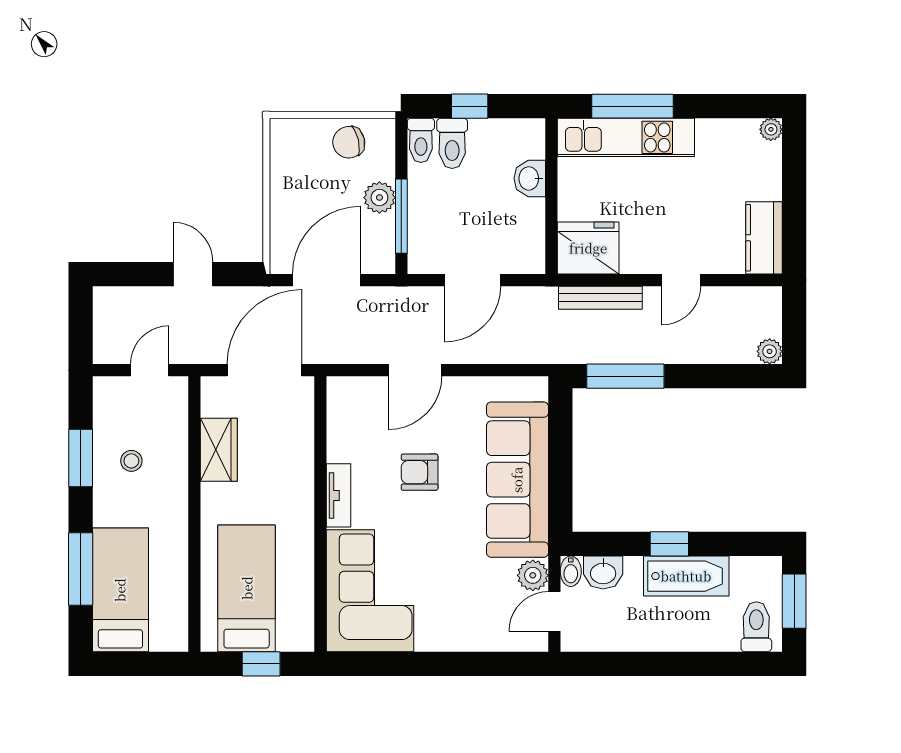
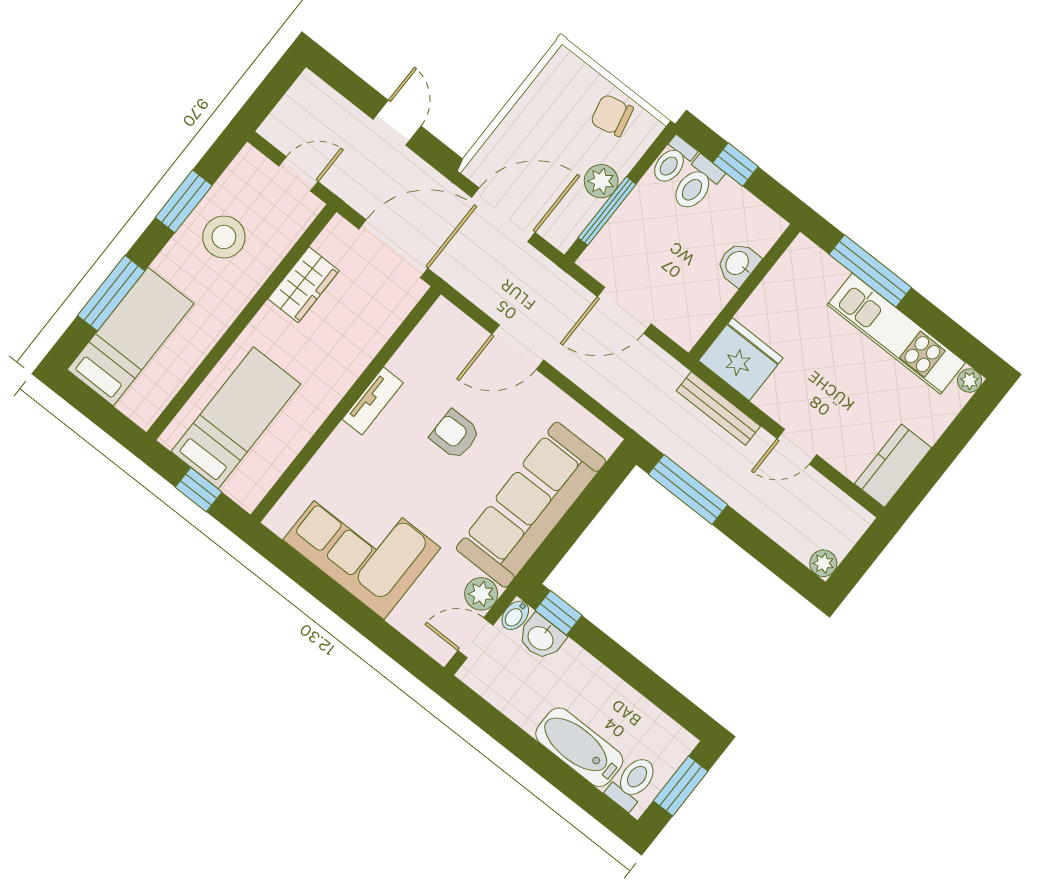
kitchen unit: (626, 137) -> (896, 334), moved
stool: (131, 461) -> (224, 237), width x1.89, depth x1.89
window: (669, 544) -> (558, 613), moved
bathtub: (686, 576) -> (579, 747), moved, turned 180
corner sofa: (370, 591) -> (362, 544), moved, turned -90

